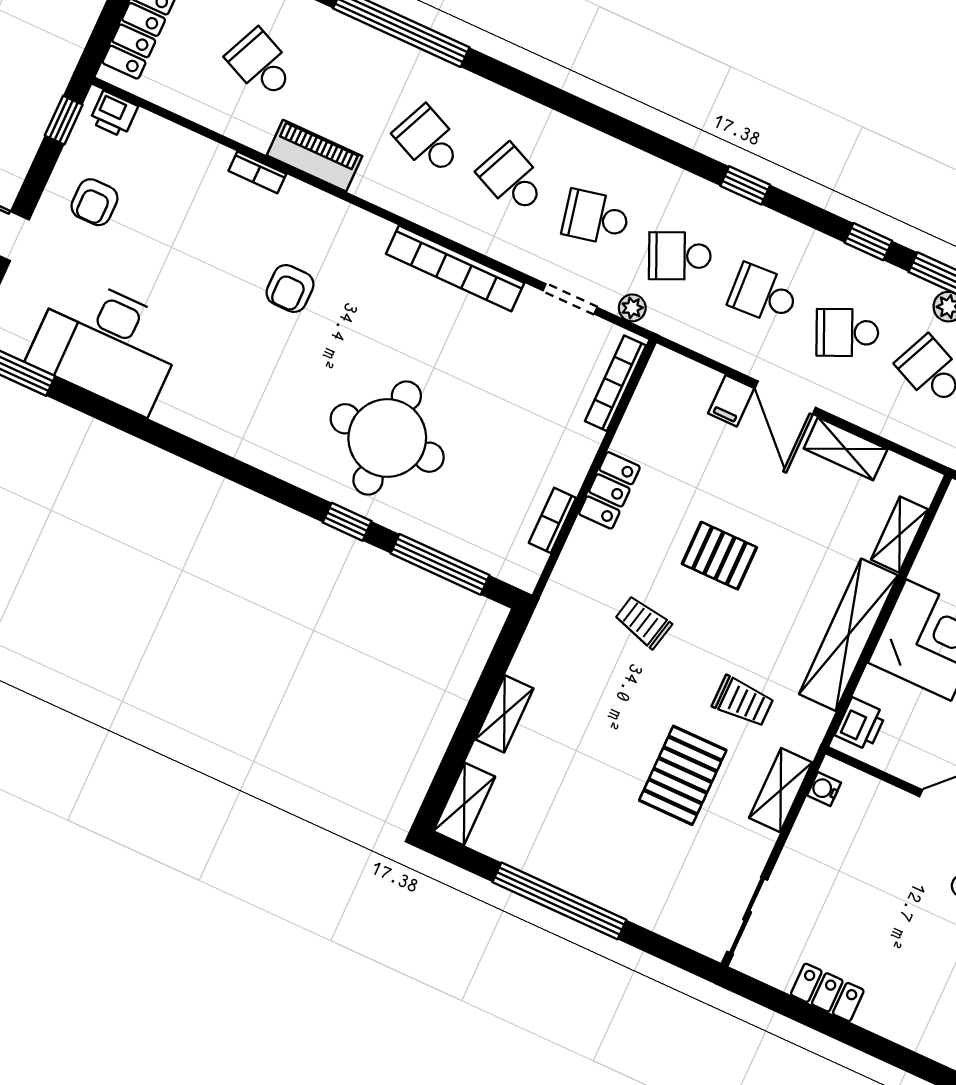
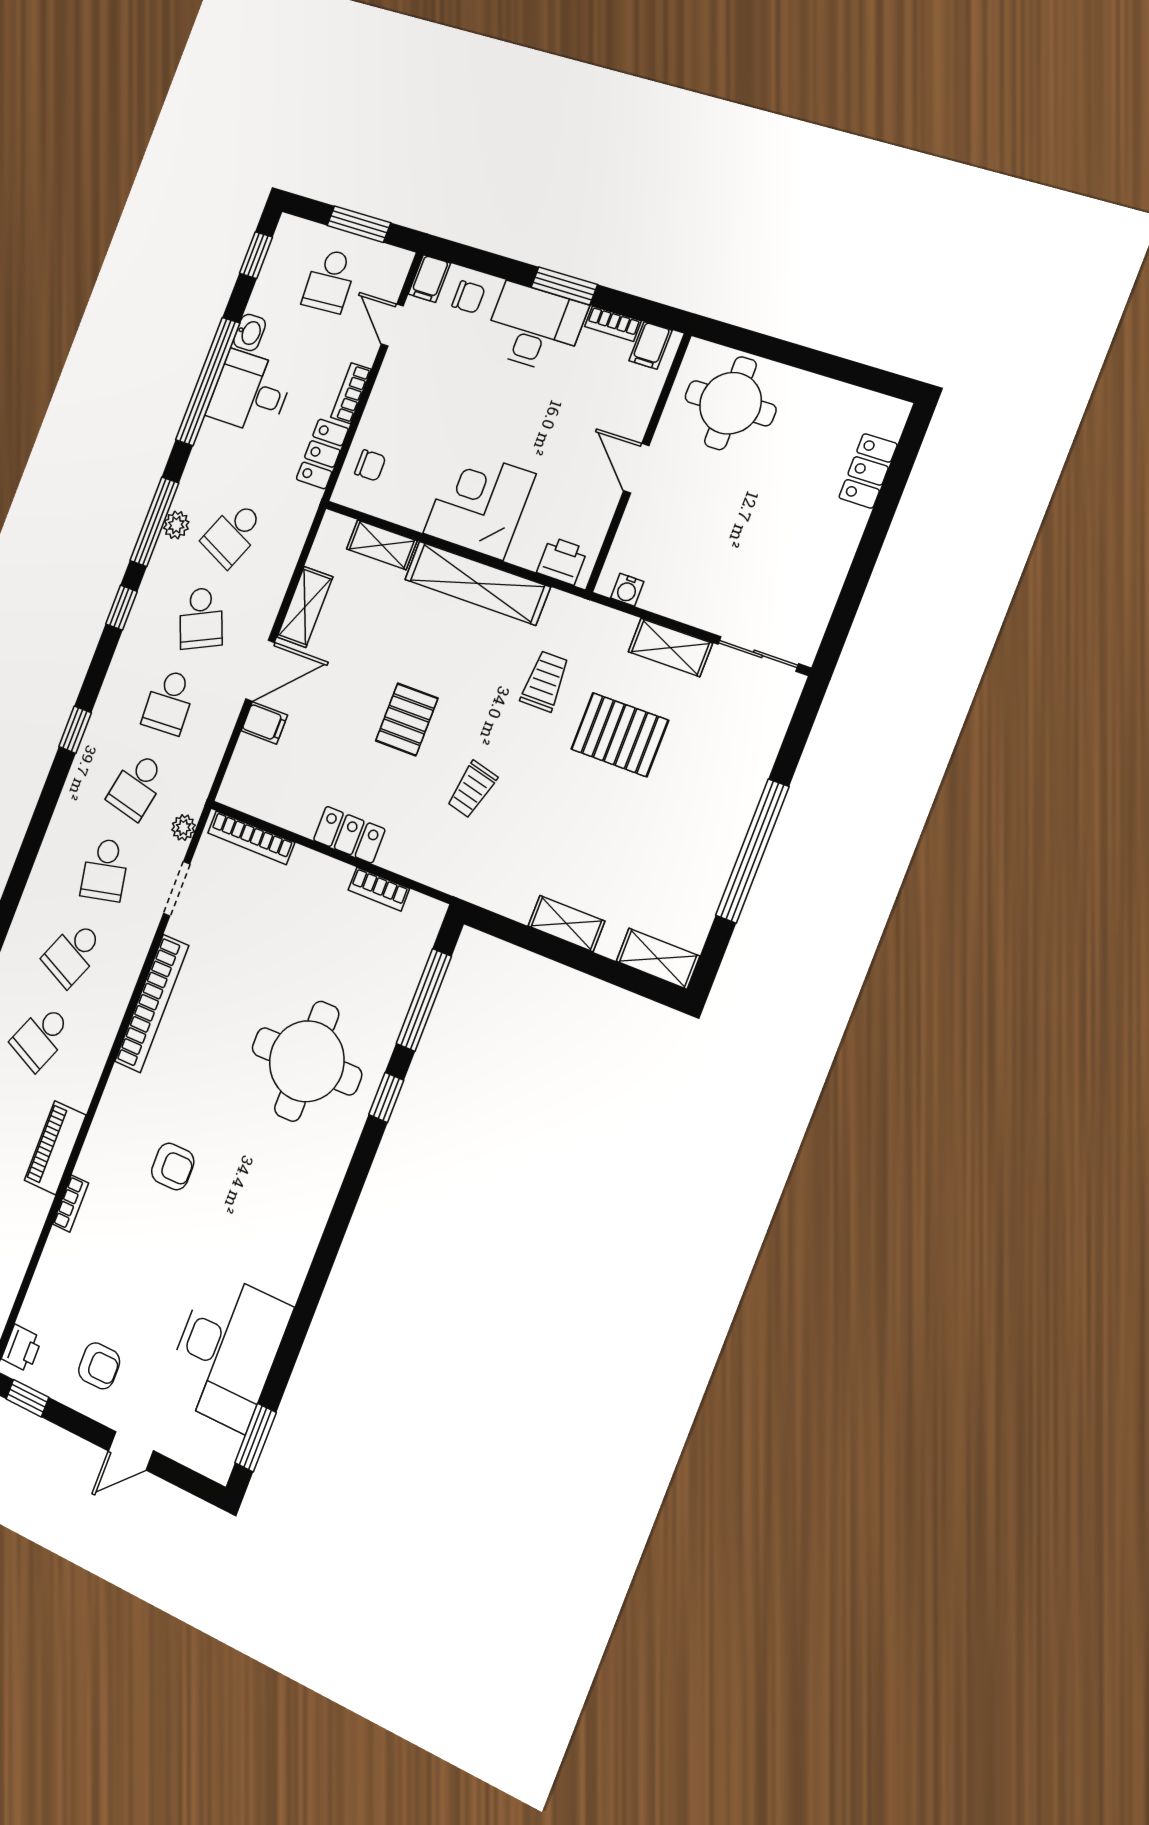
school desk: (680, 256) -> (137, 786), turned 36
shelving: (781, 790) -> (670, 647), moved
locker: (827, 992) -> (868, 471), moved

